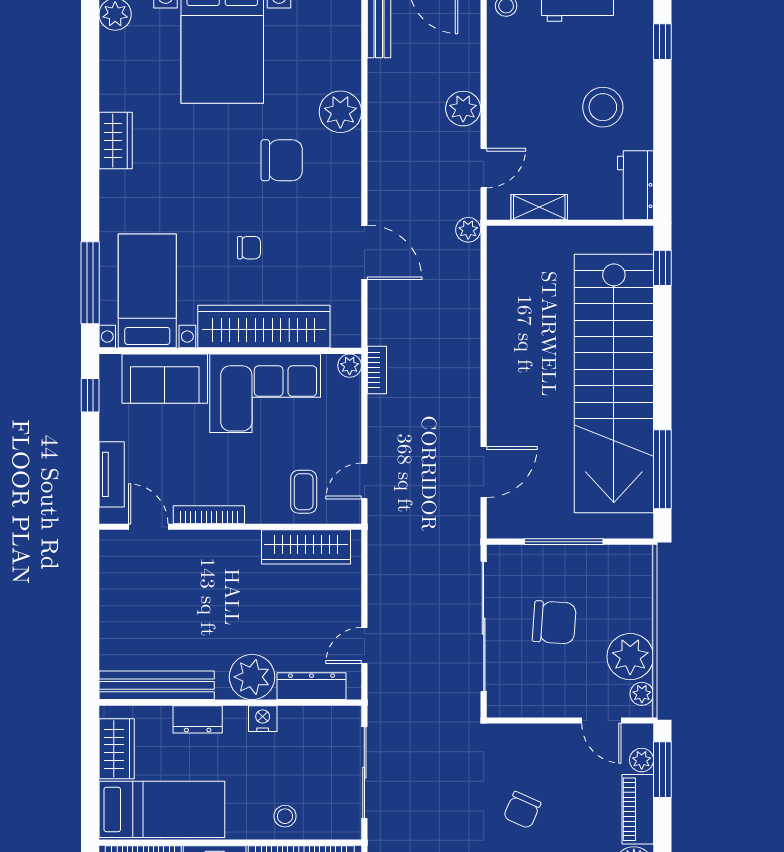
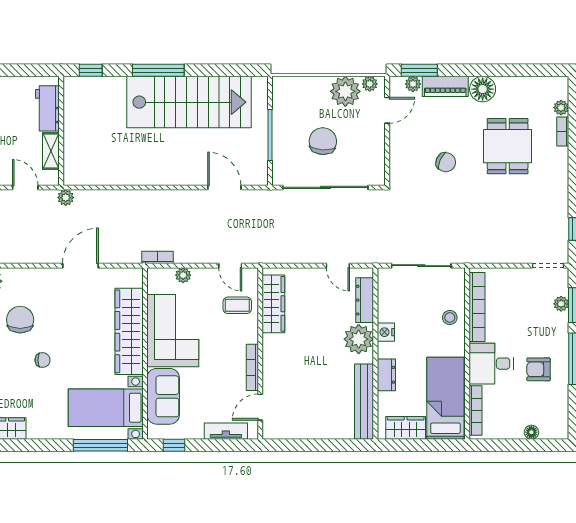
workbench: (636, 185) -> (47, 108), moved, turned 90
chair: (249, 248) -> (43, 360), moved, turned 90
plant: (350, 366) -> (183, 275), moved
stairs: (614, 384) -> (189, 102), width x0.73
window: (662, 469) -> (158, 70), moved

